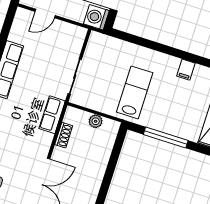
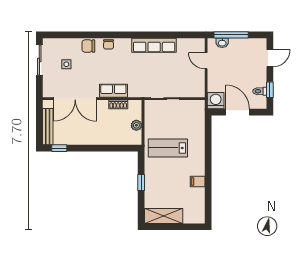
lab bench: (135, 92) -> (168, 148), turned 180
row of seats: (52, 115) -> (113, 91), moved
window: (166, 137) -> (141, 183), width x0.46

